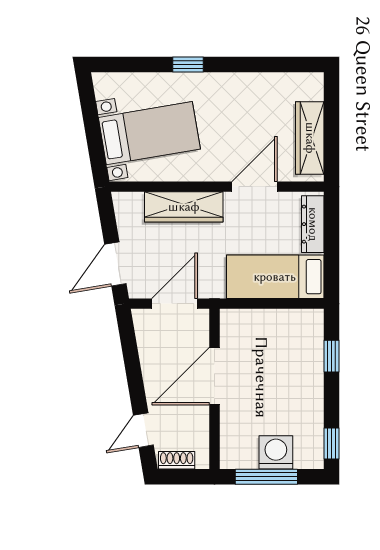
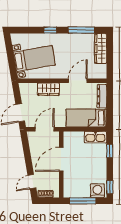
window: (263, 65) -> (81, 30), added
wardrobe: (310, 138) -> (101, 48), moved
wardrobe: (184, 207) -> (49, 89), width x0.67
kitchen sink: (297, 323) -> (95, 137), added
washing machine: (276, 452) -> (97, 191), moved

